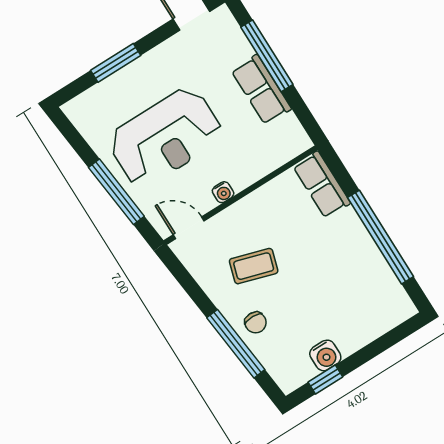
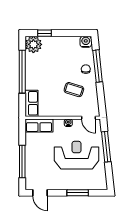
row of seats: (261, 90) -> (39, 125), moved, turned 90
plant: (392, 306) -> (33, 44), added
water cooler: (325, 355) -> (86, 42), moved
window: (325, 379) -> (45, 33), moved

